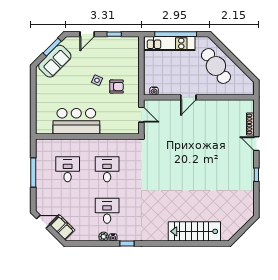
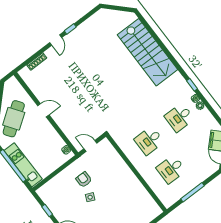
door: (188, 97) -> (43, 110), moved
door: (141, 115) -> (90, 146), hinge flipped
bar counter: (76, 121) -> (131, 189), removed
door: (256, 144) -> (56, 40), moved
stairs: (194, 231) -> (147, 52), width x1.36, depth x1.51

